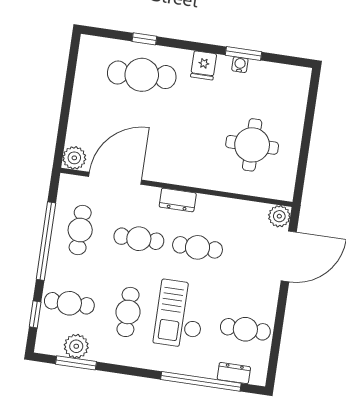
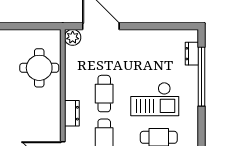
round table: (252, 145) -> (39, 68), moved
cafe table: (245, 329) -> (159, 50), removed

